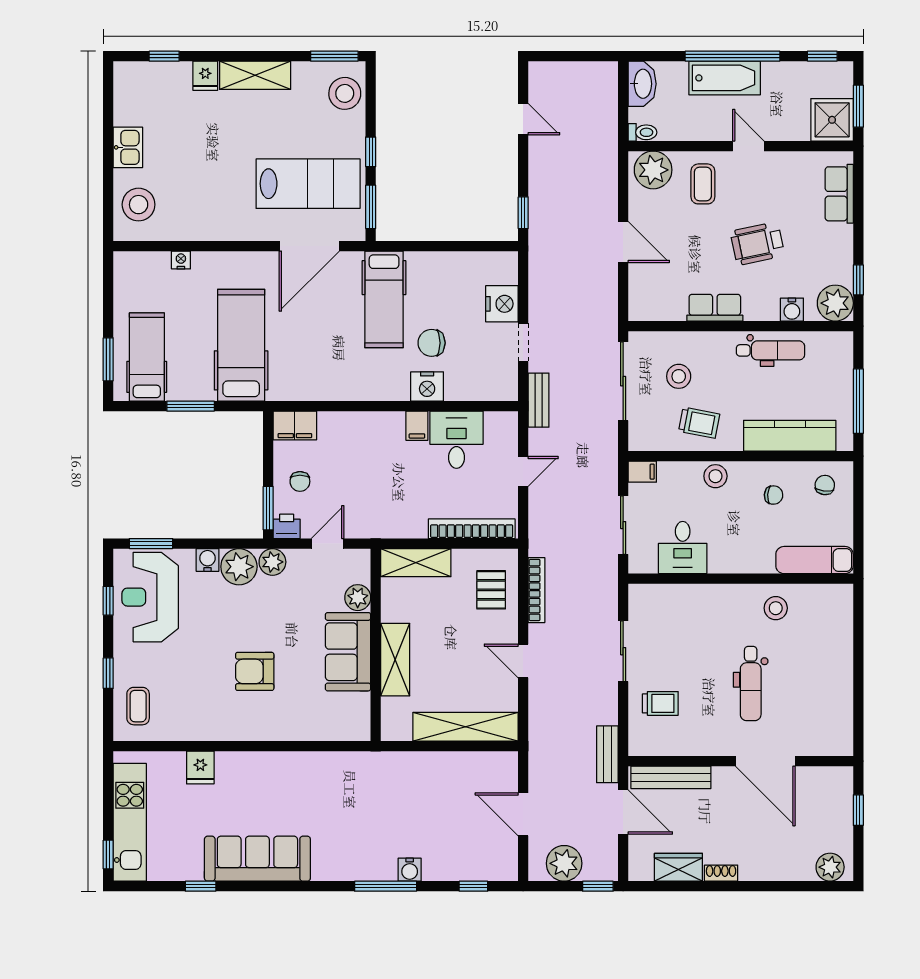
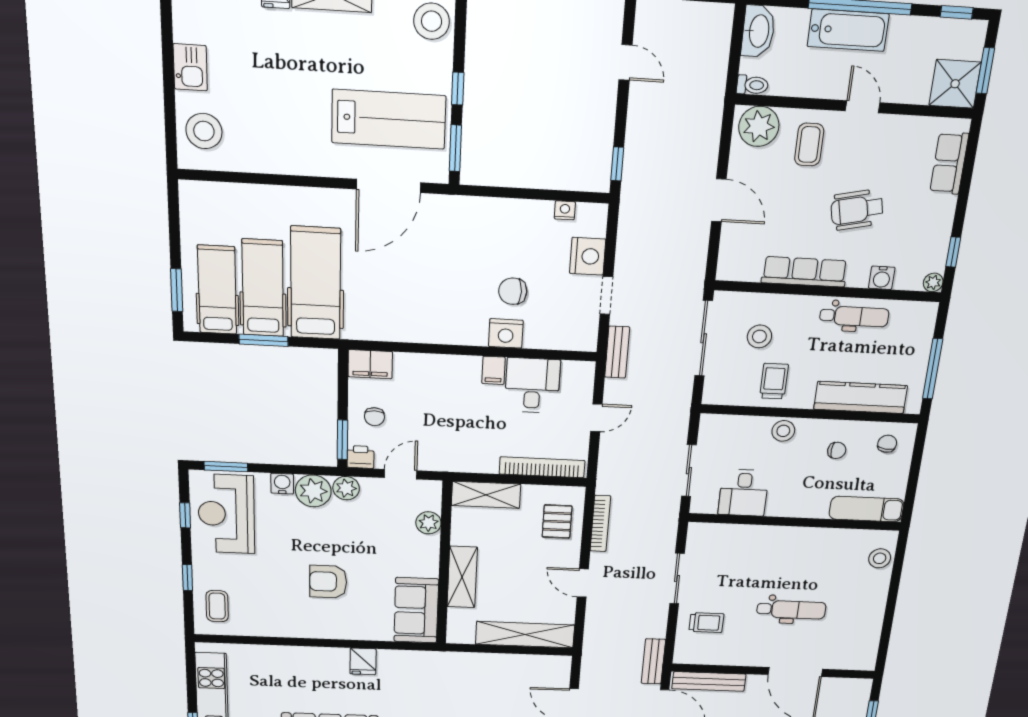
nightstand: (181, 260) -> (565, 210), moved
hospital bed: (384, 299) -> (263, 288), moved, turned 180
plant: (835, 303) -> (933, 282), width x0.53, depth x0.53
row of seats: (715, 308) -> (804, 272), width x1.48
trolley: (699, 423) -> (774, 381), turned -101
filing cabinet: (642, 472) -> (713, 423), removed
stool: (776, 608) -> (880, 558), moved
sofa: (348, 652) -> (416, 610), moved
dental chair: (751, 683) -> (791, 610), turned -90
fridge: (200, 768) -> (363, 661), moved

